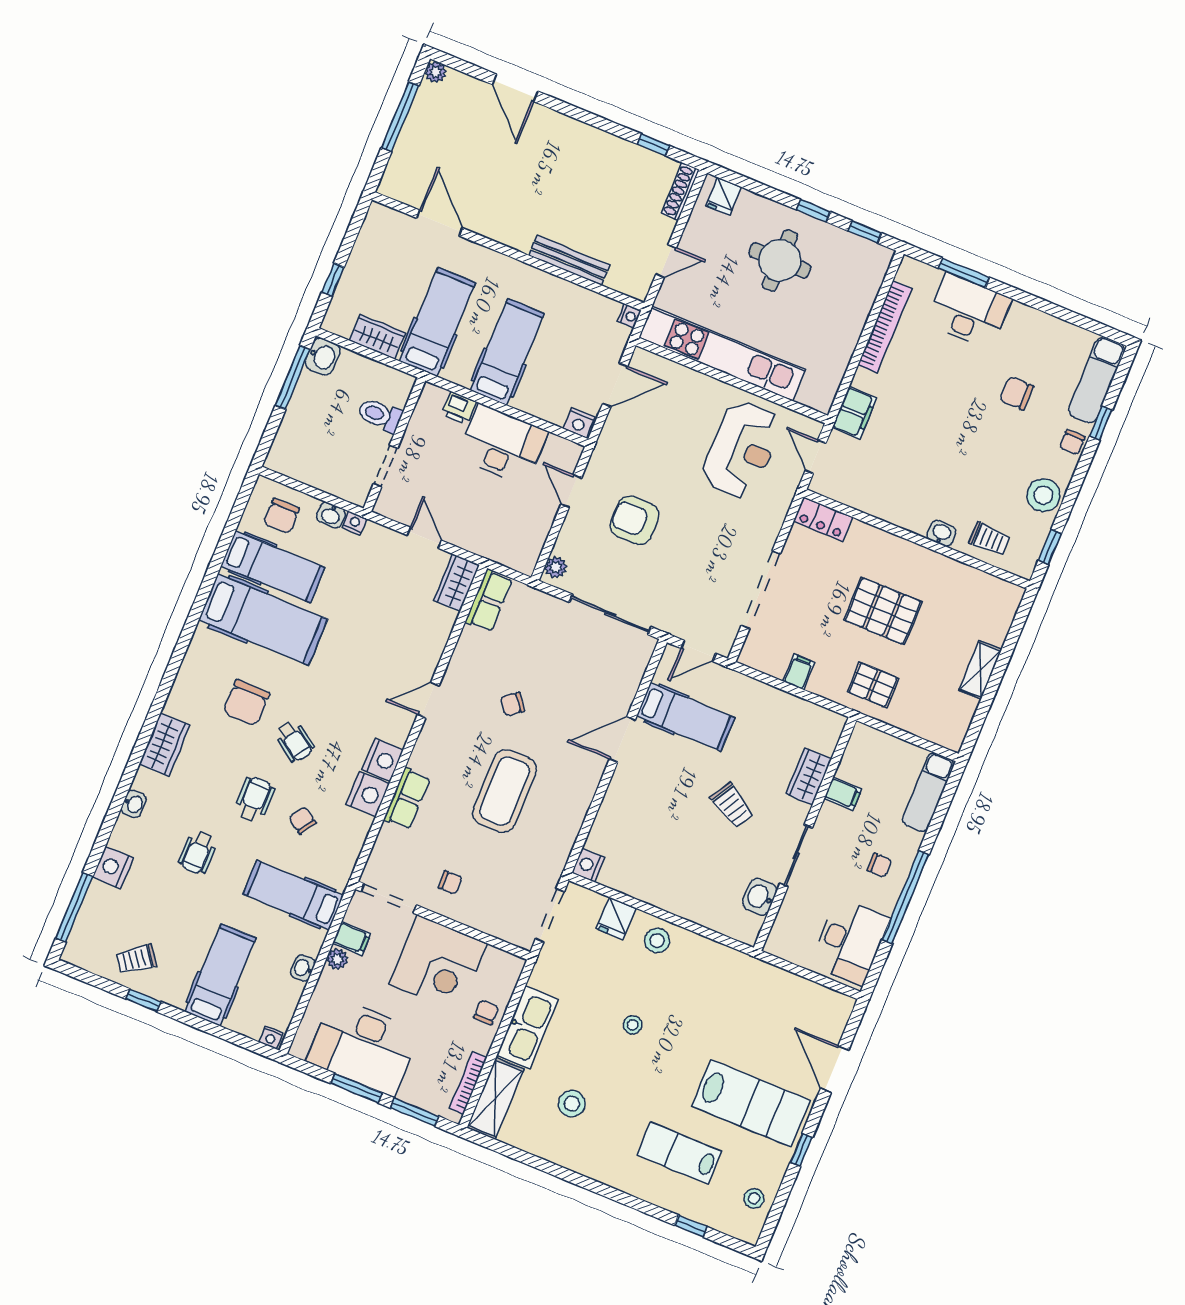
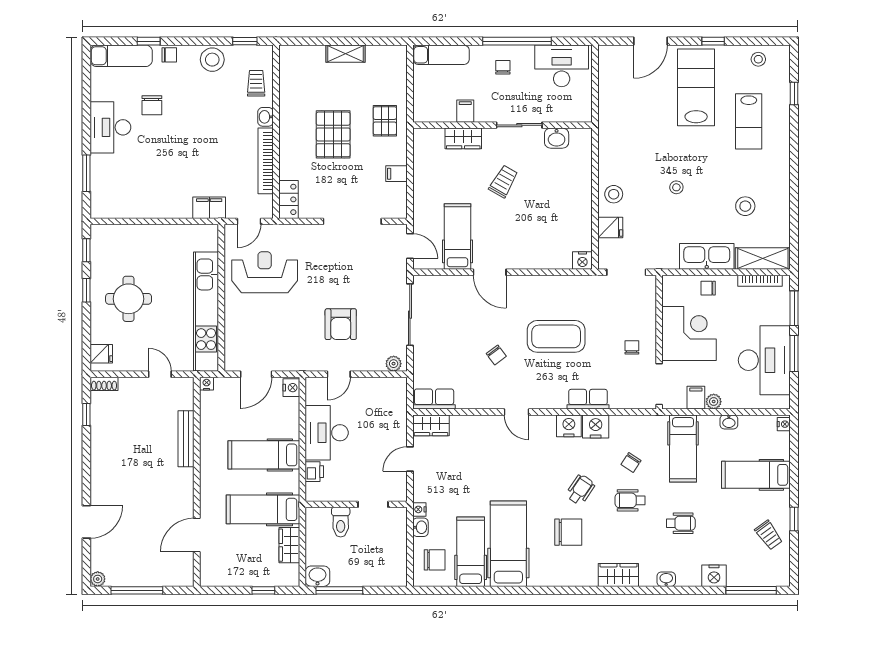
shoe rack: (680, 192) -> (104, 384), width x0.70
desk: (969, 311) -> (110, 127), moved
bookcase: (885, 327) -> (266, 161), moved, turned -90
door: (615, 385) -> (256, 374), swing flipped

